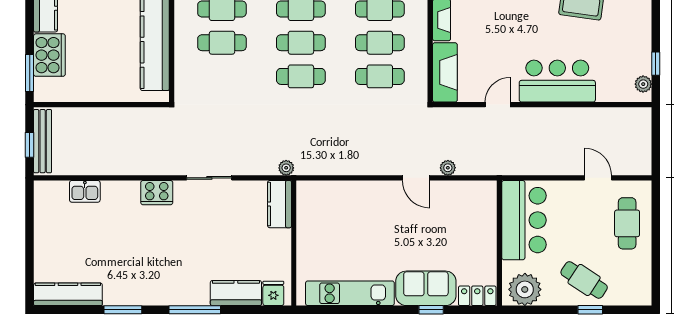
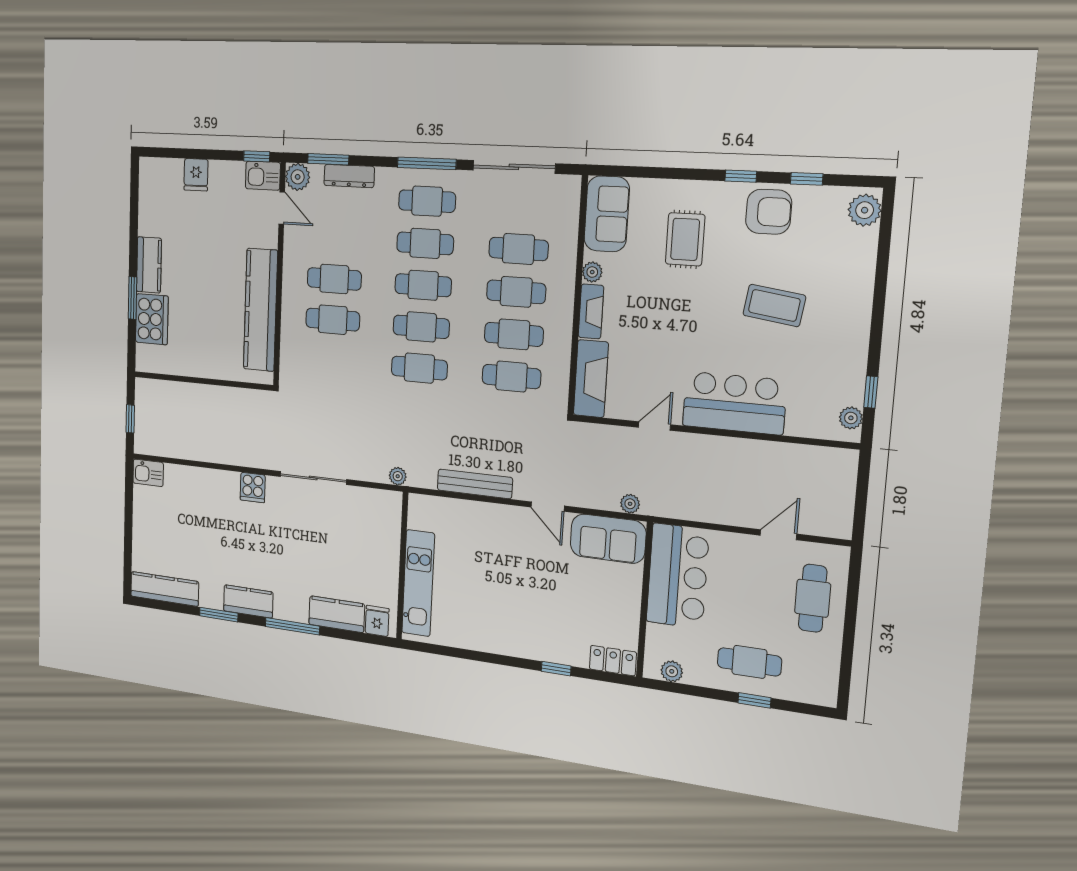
window: (30, 73) -> (132, 298), moved
bench: (43, 141) -> (475, 484), moved, turned 90
plant: (448, 168) -> (630, 504), moved
sliding door: (209, 178) -> (313, 478), width x1.37
door: (598, 178) -> (778, 535), hinge flipped
kitchen sink: (85, 191) -> (148, 473), moved
cooker: (157, 193) -> (253, 487), width x0.73
kitchen counter: (279, 204) -> (248, 601), moved, turned 90
cafe table: (584, 280) -> (749, 662), turned -33
sofa: (426, 288) -> (608, 539), moved, turned 180
plant: (525, 289) -> (672, 671), width x0.53, depth x0.53
kitchen unit: (350, 293) -> (418, 583), moved, turned 90

